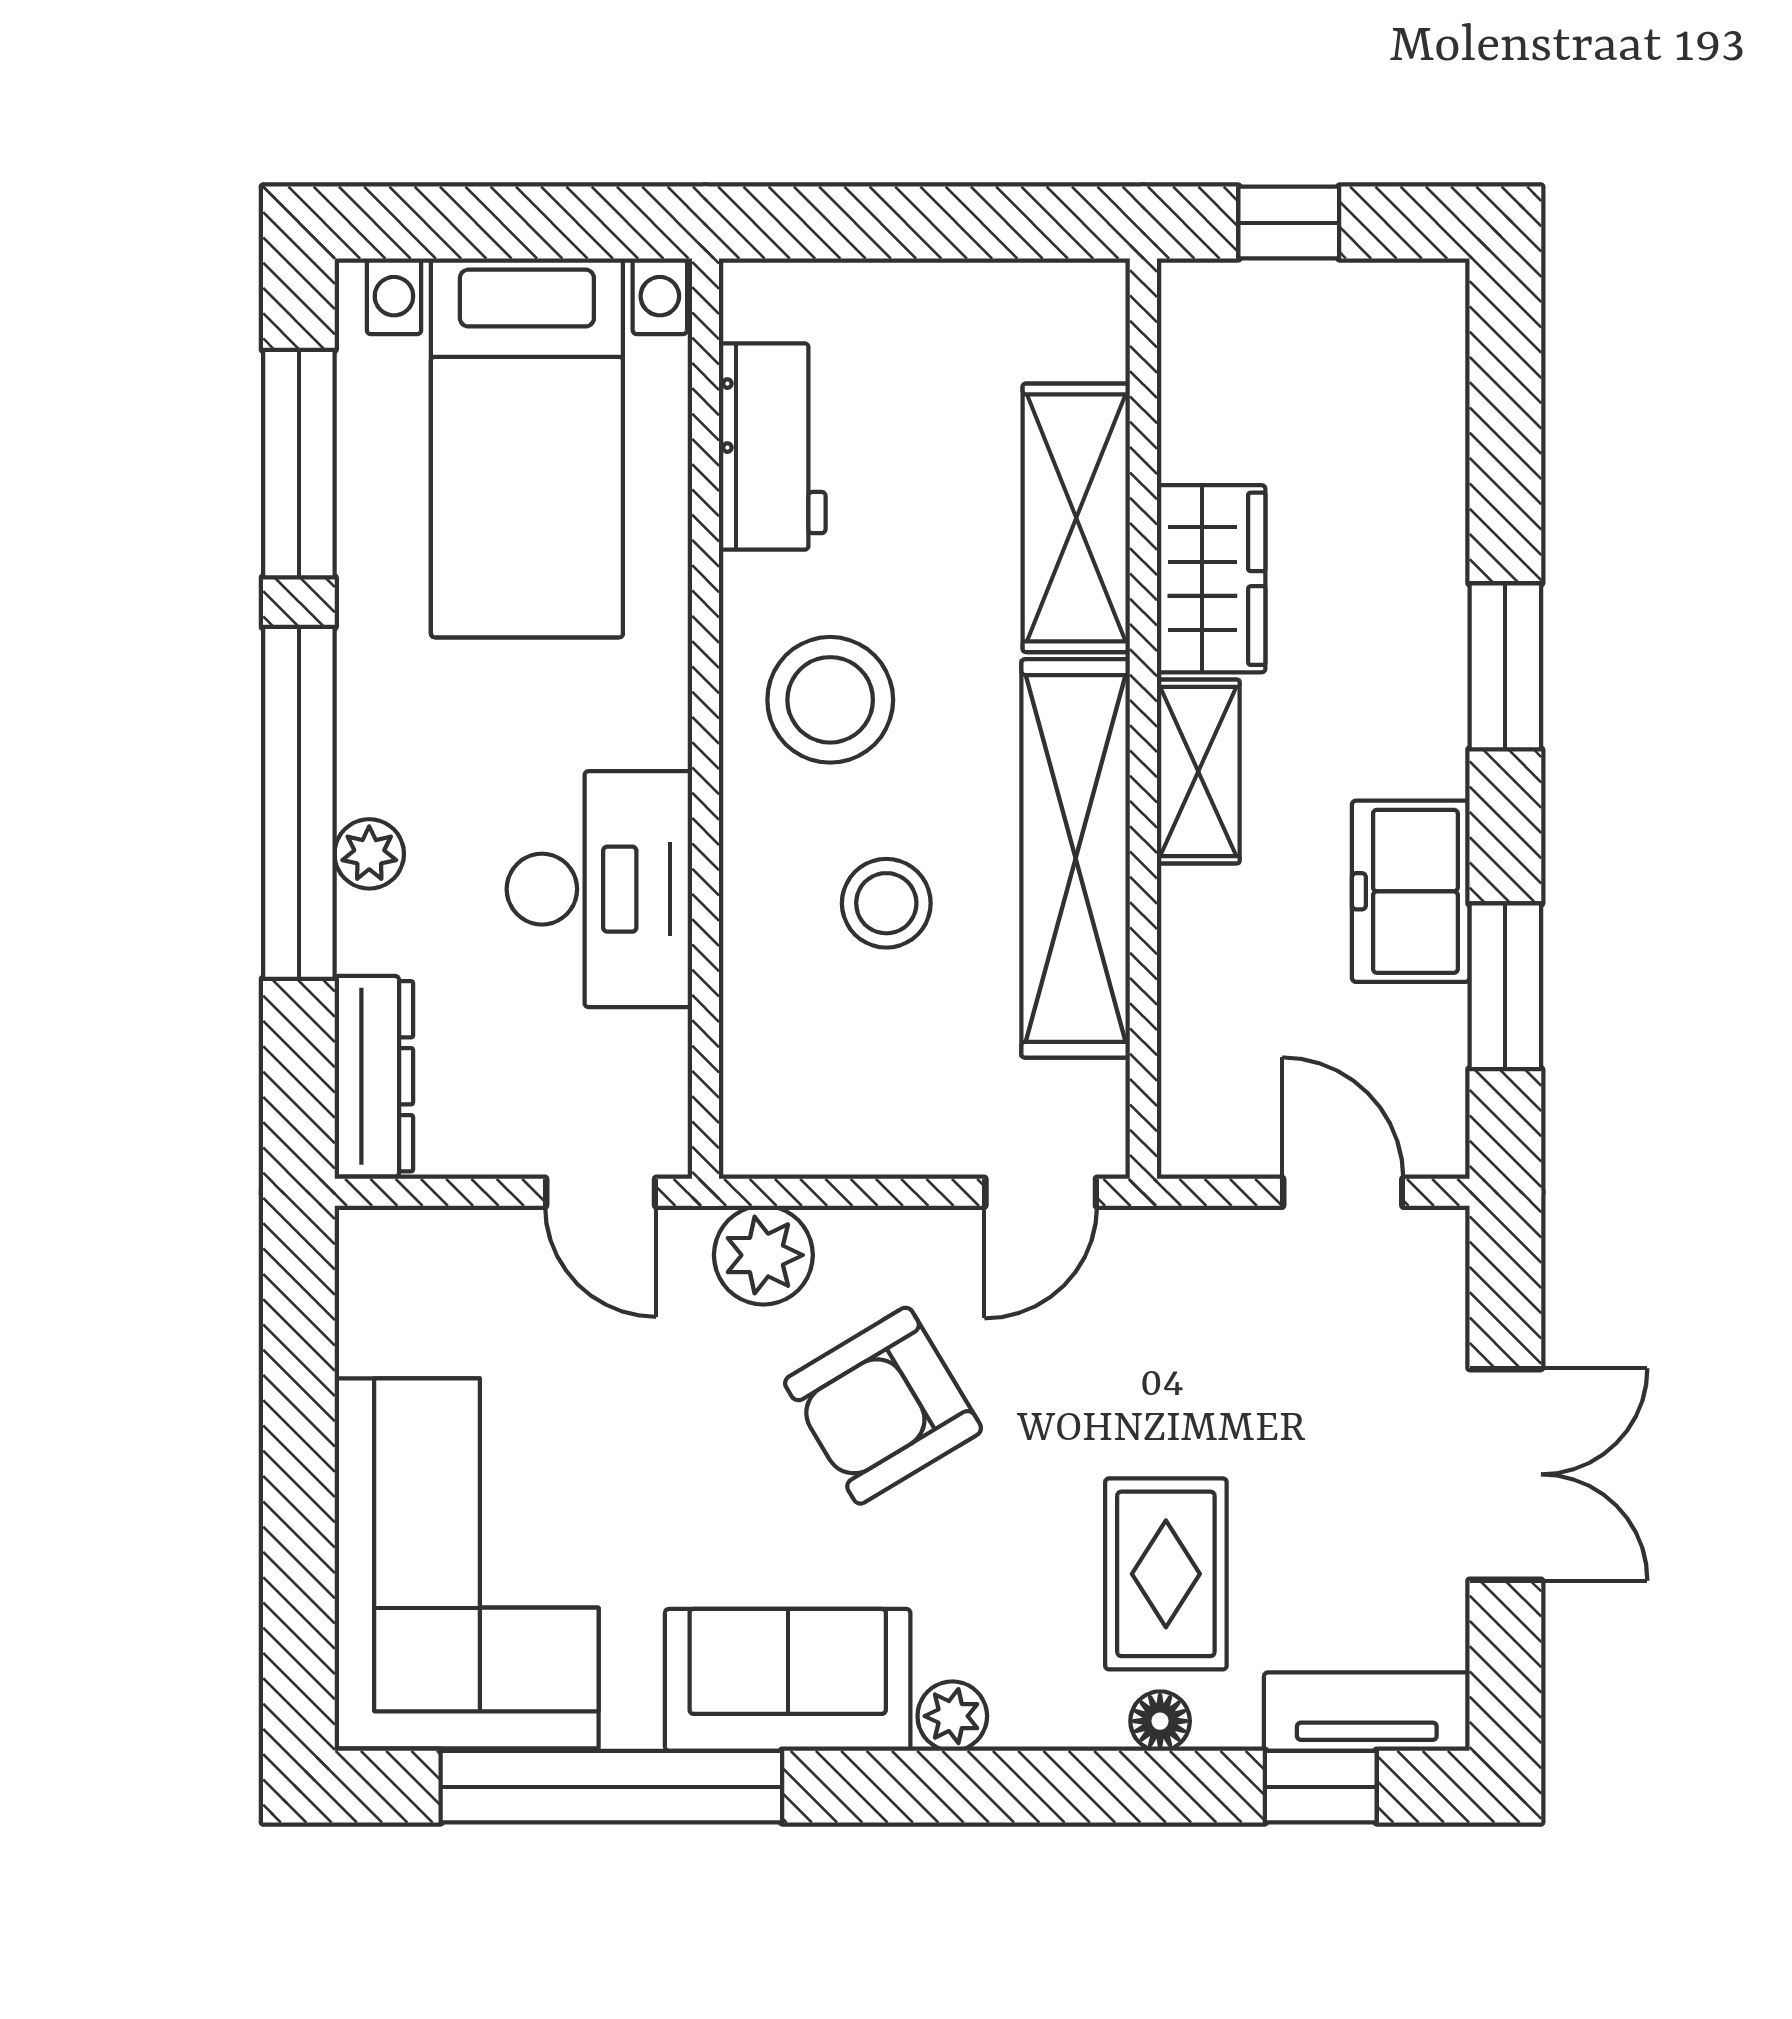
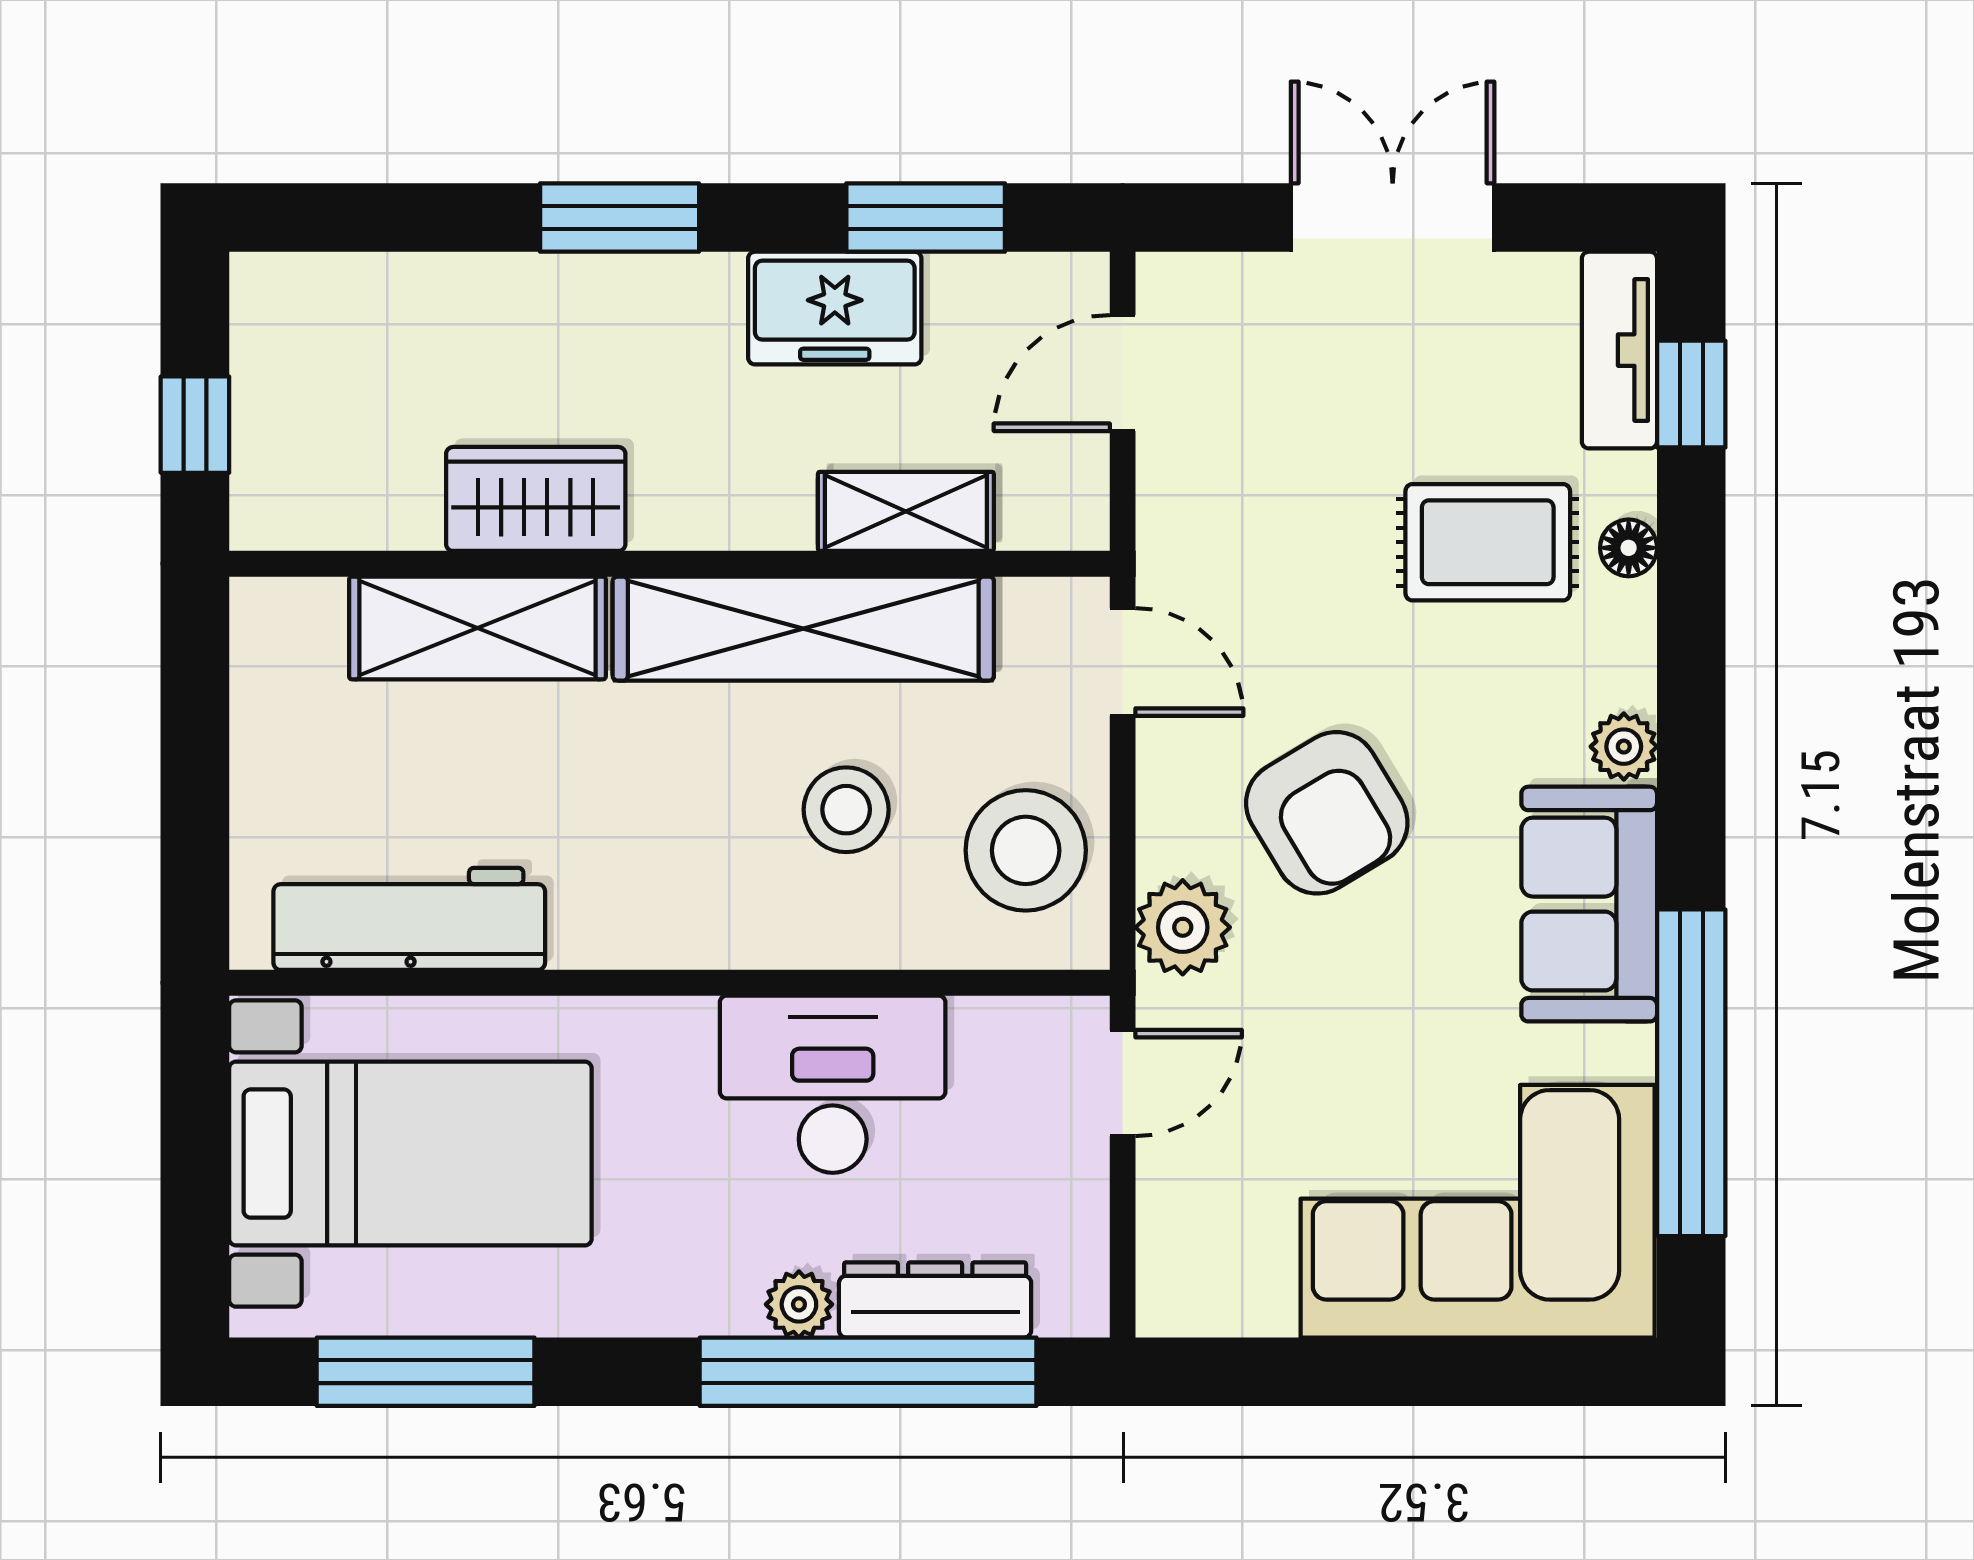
workbench: (772, 447) -> (409, 919), width x1.38
stool: (830, 700) -> (1026, 850), moved
shelving: (1198, 771) -> (906, 511), moved
window: (299, 803) -> (868, 1372), moved
dresser: (374, 1076) -> (935, 1300), moved

